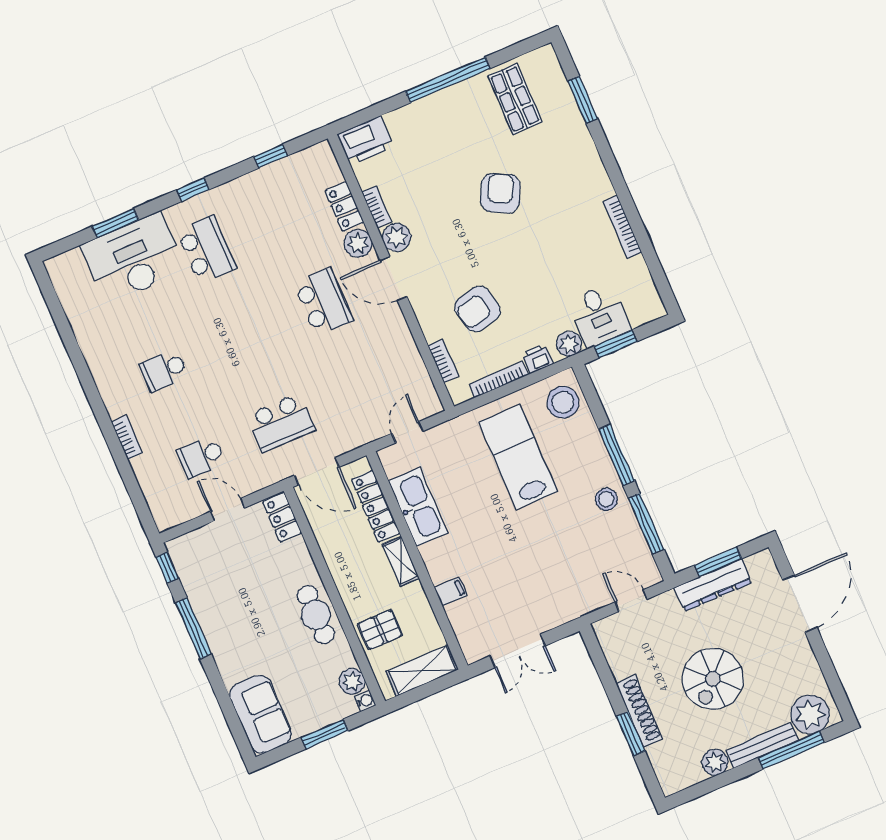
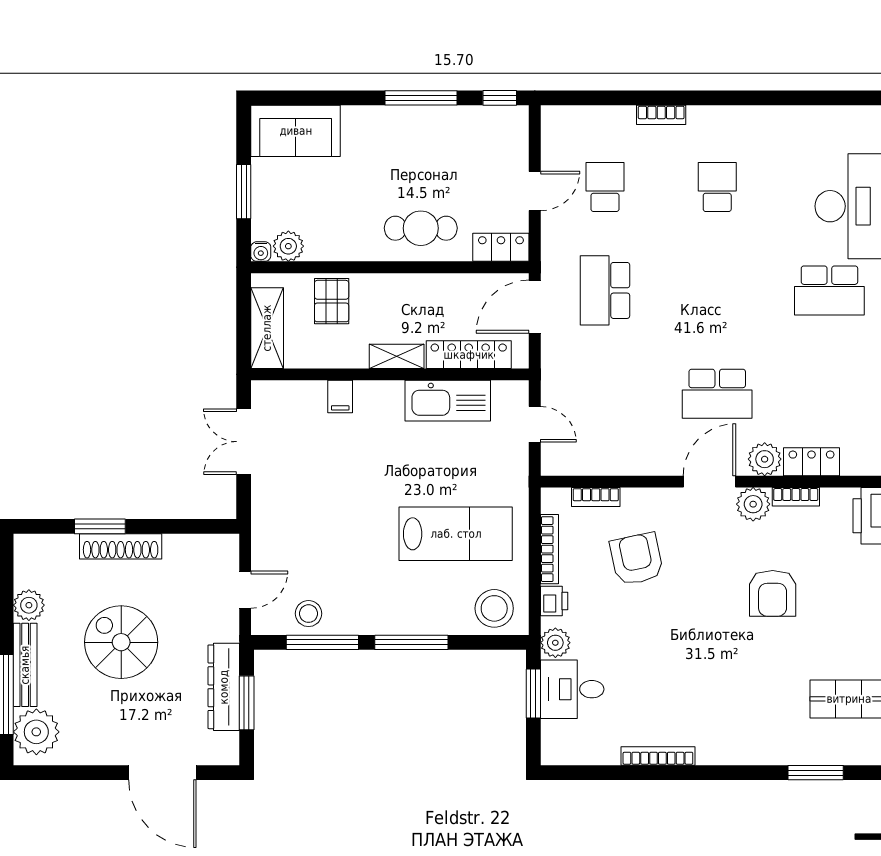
armchair: (500, 193) -> (773, 593), moved, turned 63
stool: (606, 499) -> (309, 614), moved
cafe table: (316, 615) -> (421, 228), moved

